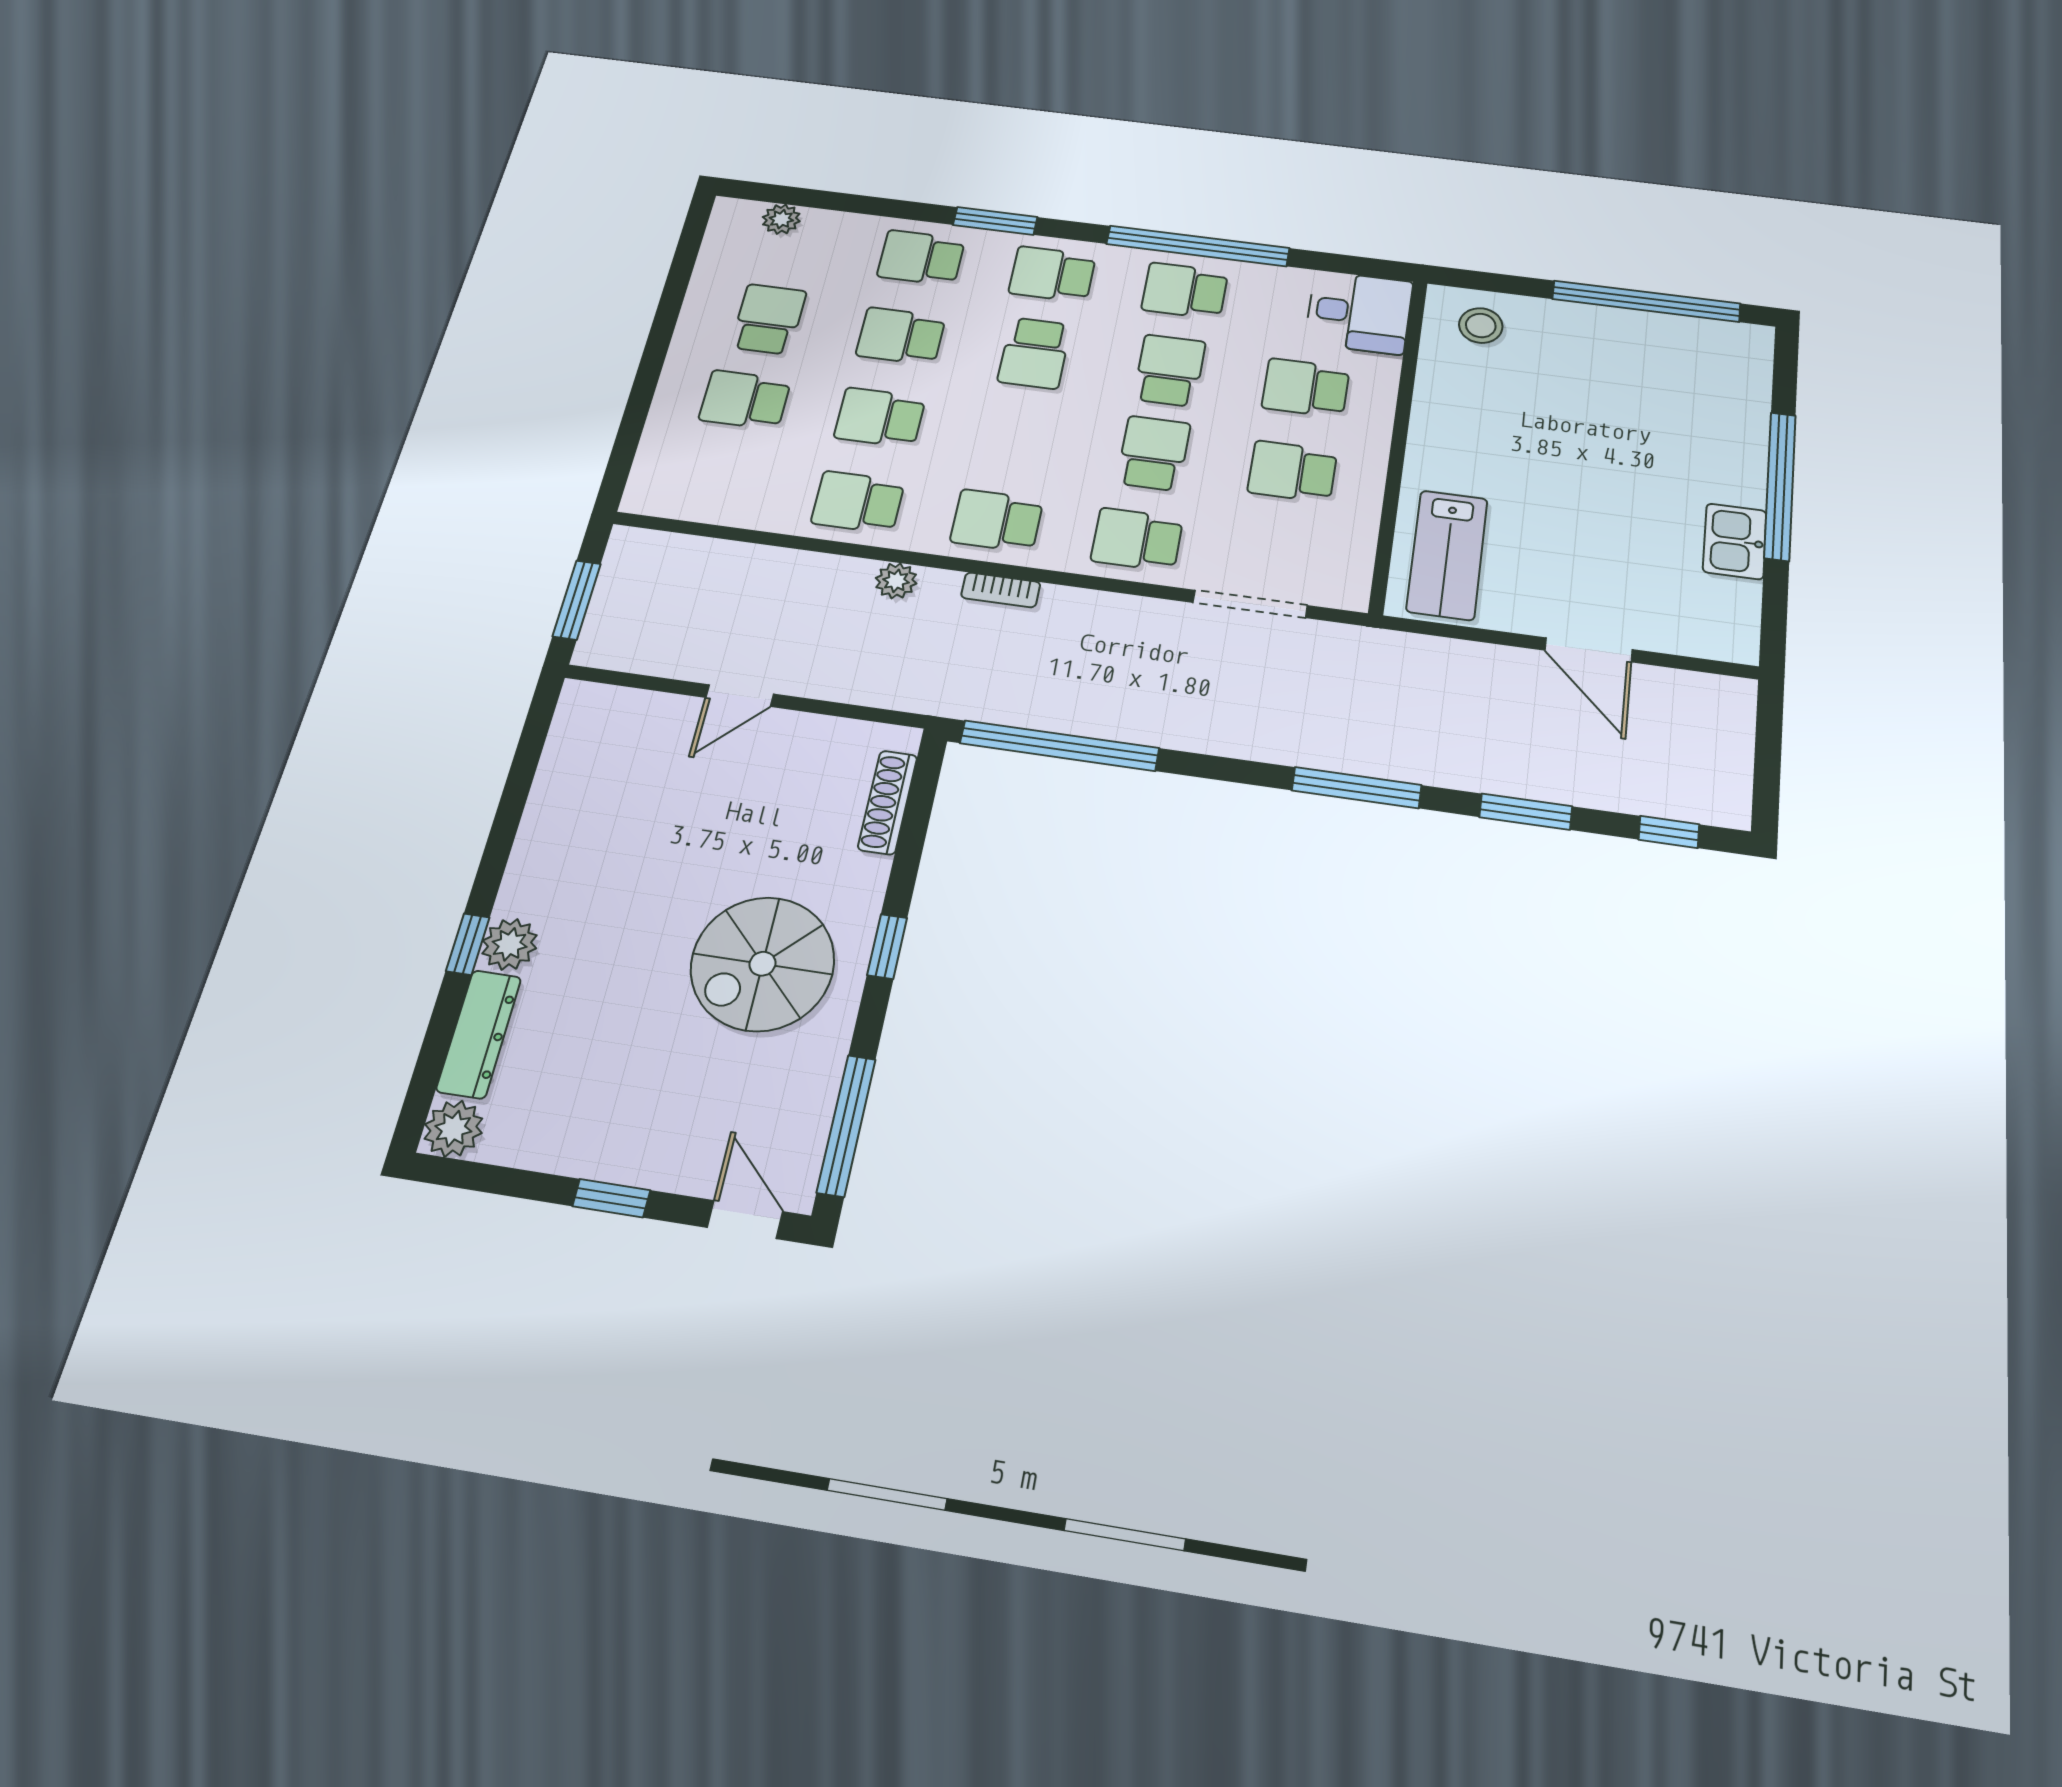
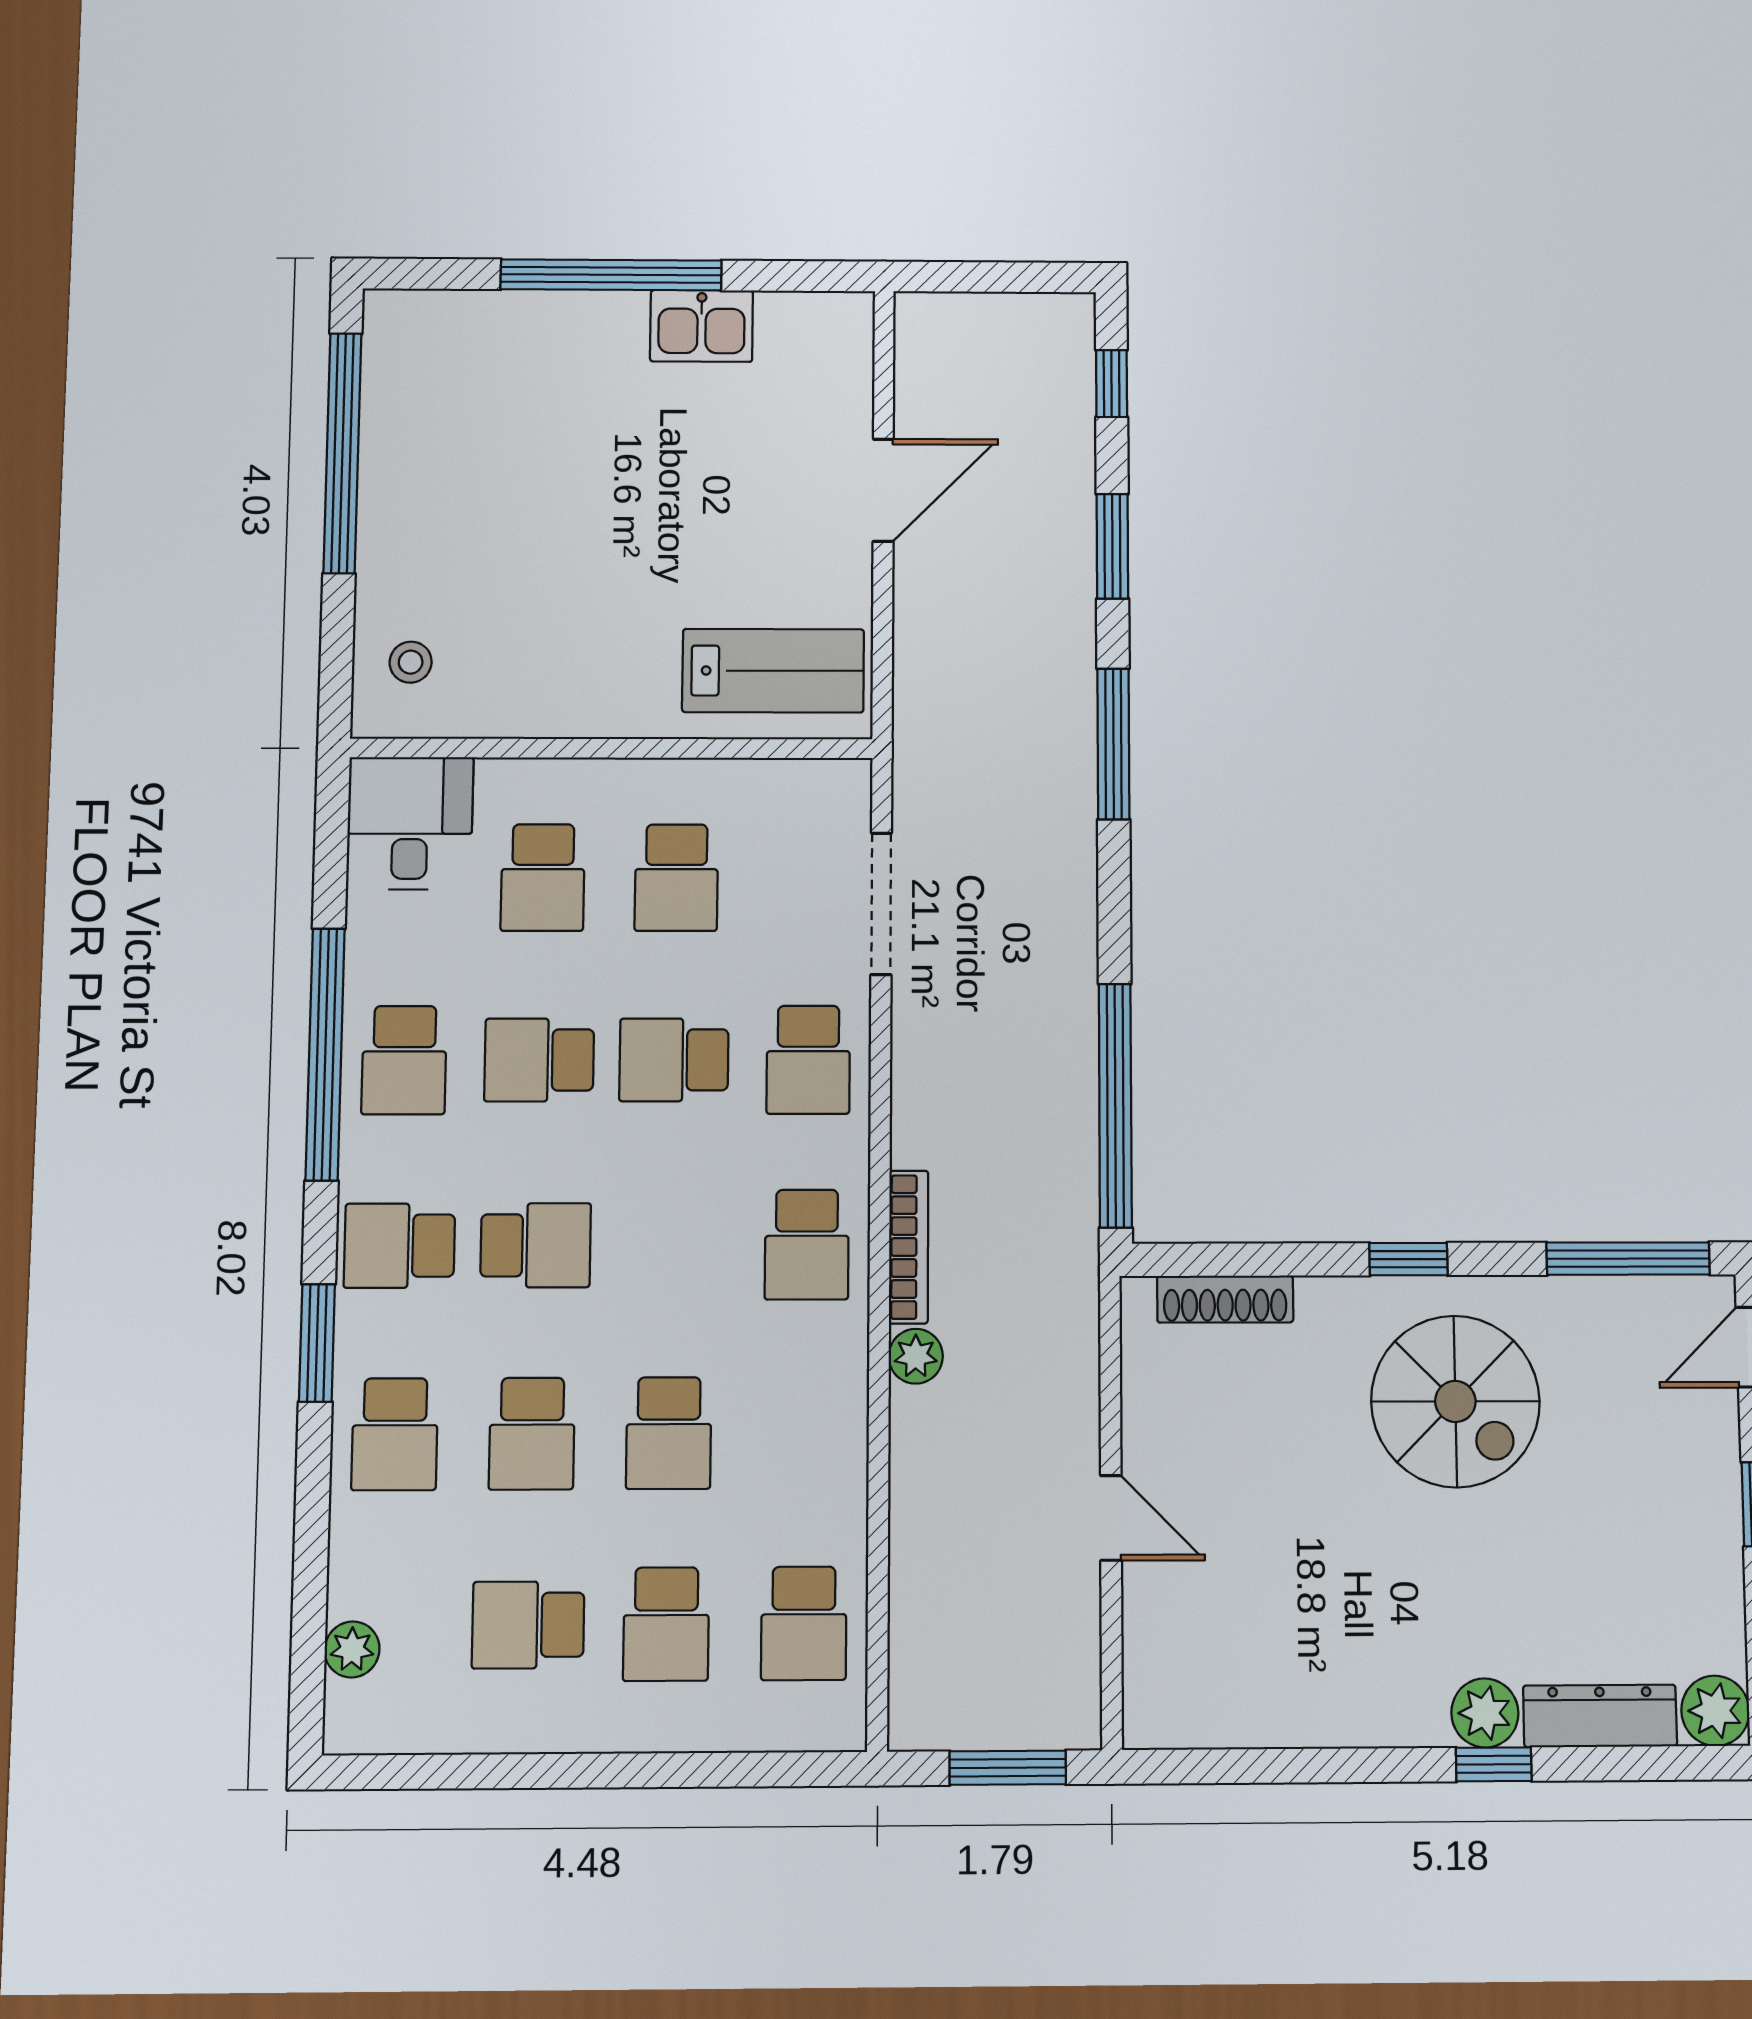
school desk: (1052, 274) -> (400, 1246), turned 90
stool: (1481, 326) -> (411, 662), width x0.73, depth x0.73
school desk: (858, 502) -> (804, 1623), moved
bookcase: (1001, 590) -> (909, 1247), width x1.56

